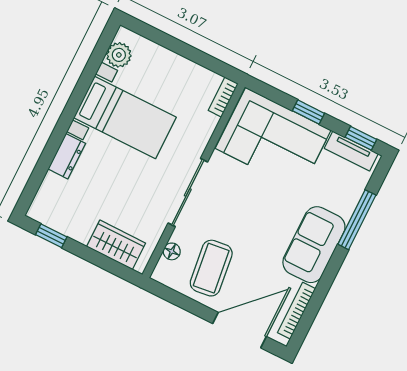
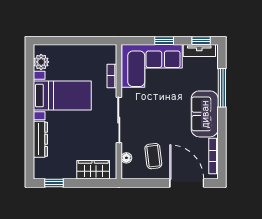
bookcase: (223, 97) -> (112, 76), moved
dresser: (67, 156) -> (40, 139), width x1.44
coffee table: (211, 268) -> (153, 156), width x0.73, depth x0.77
door: (240, 330) -> (187, 183), hinge flipped

